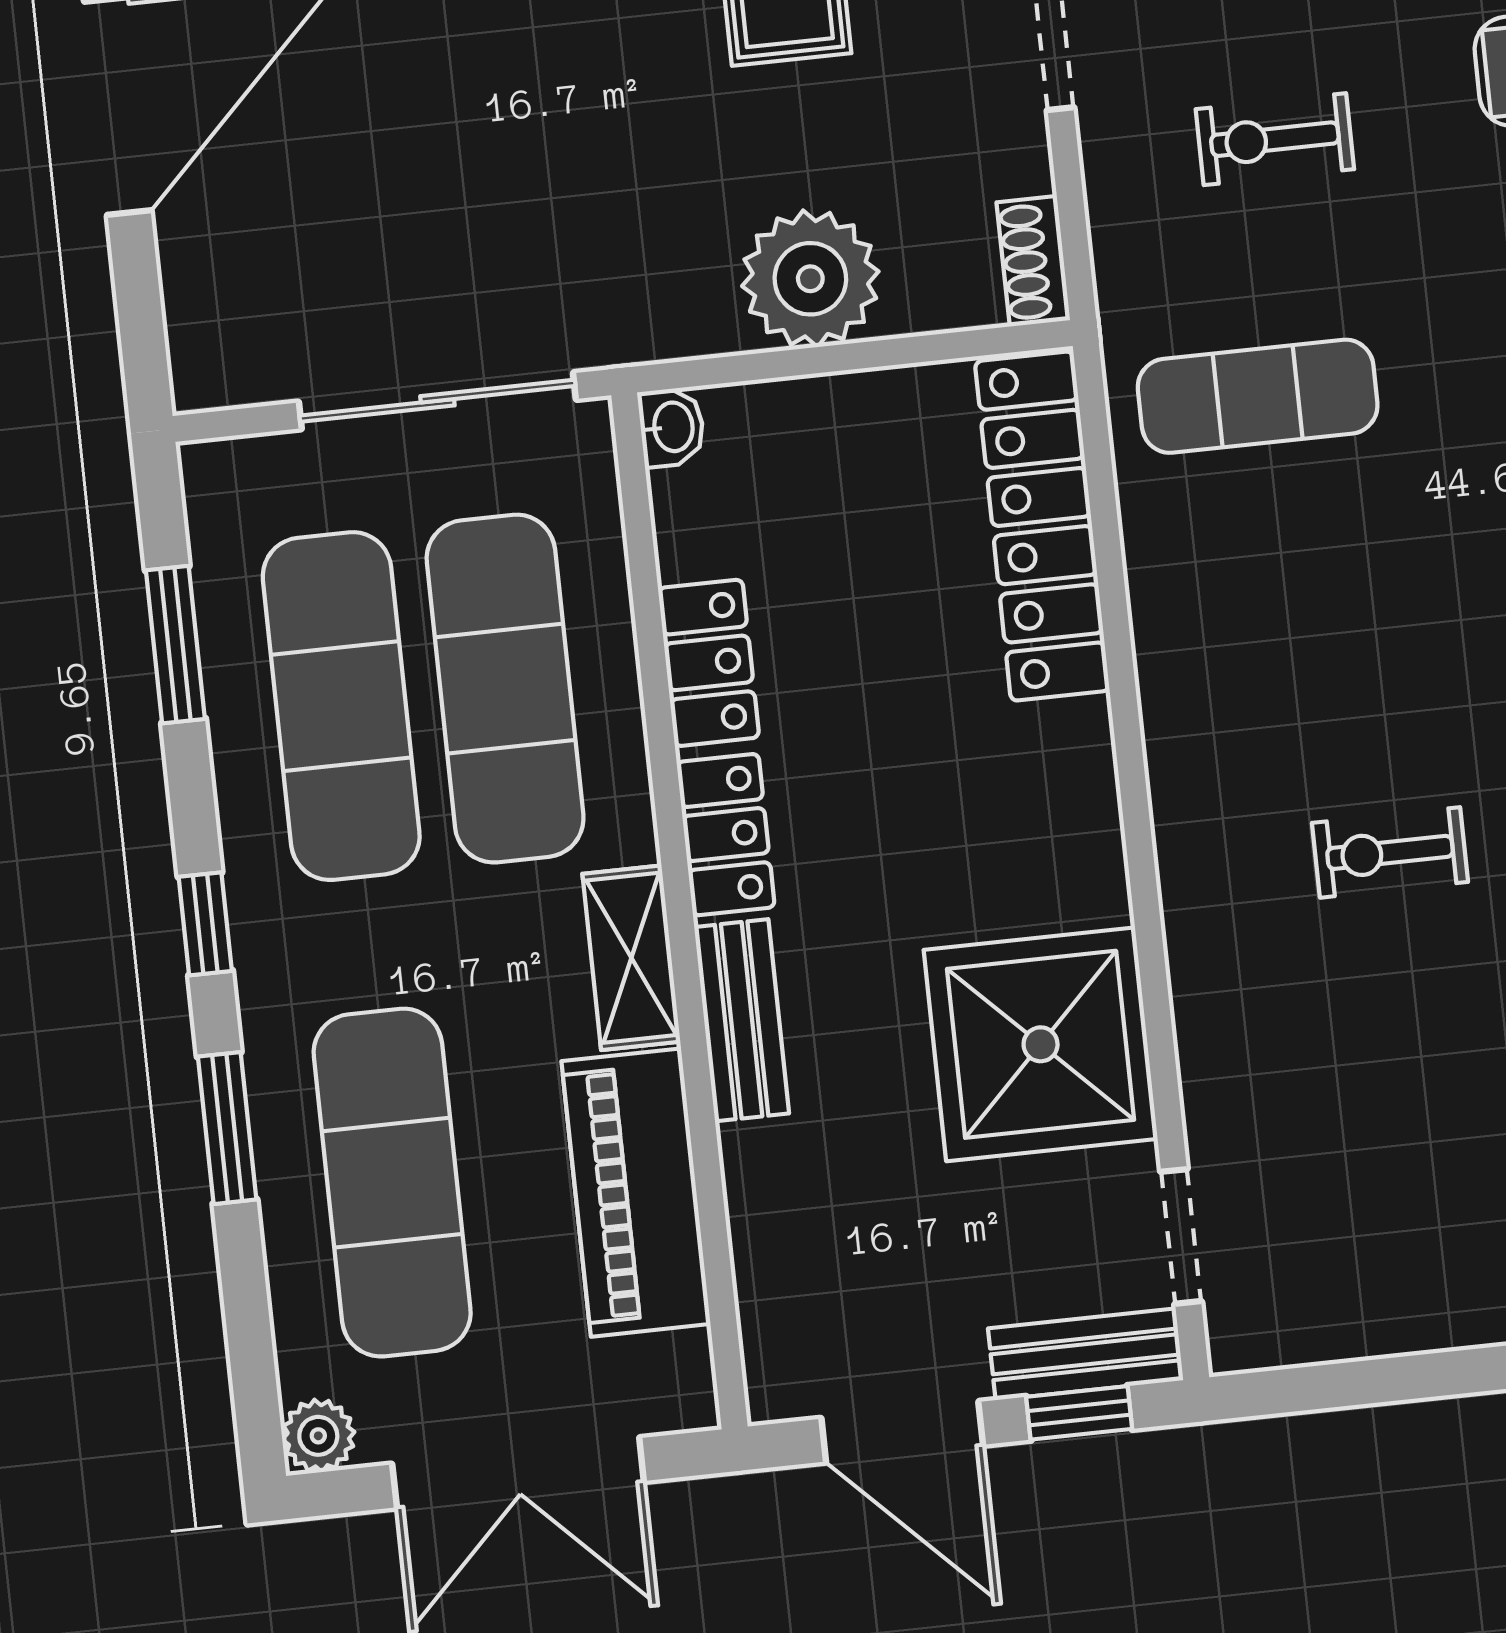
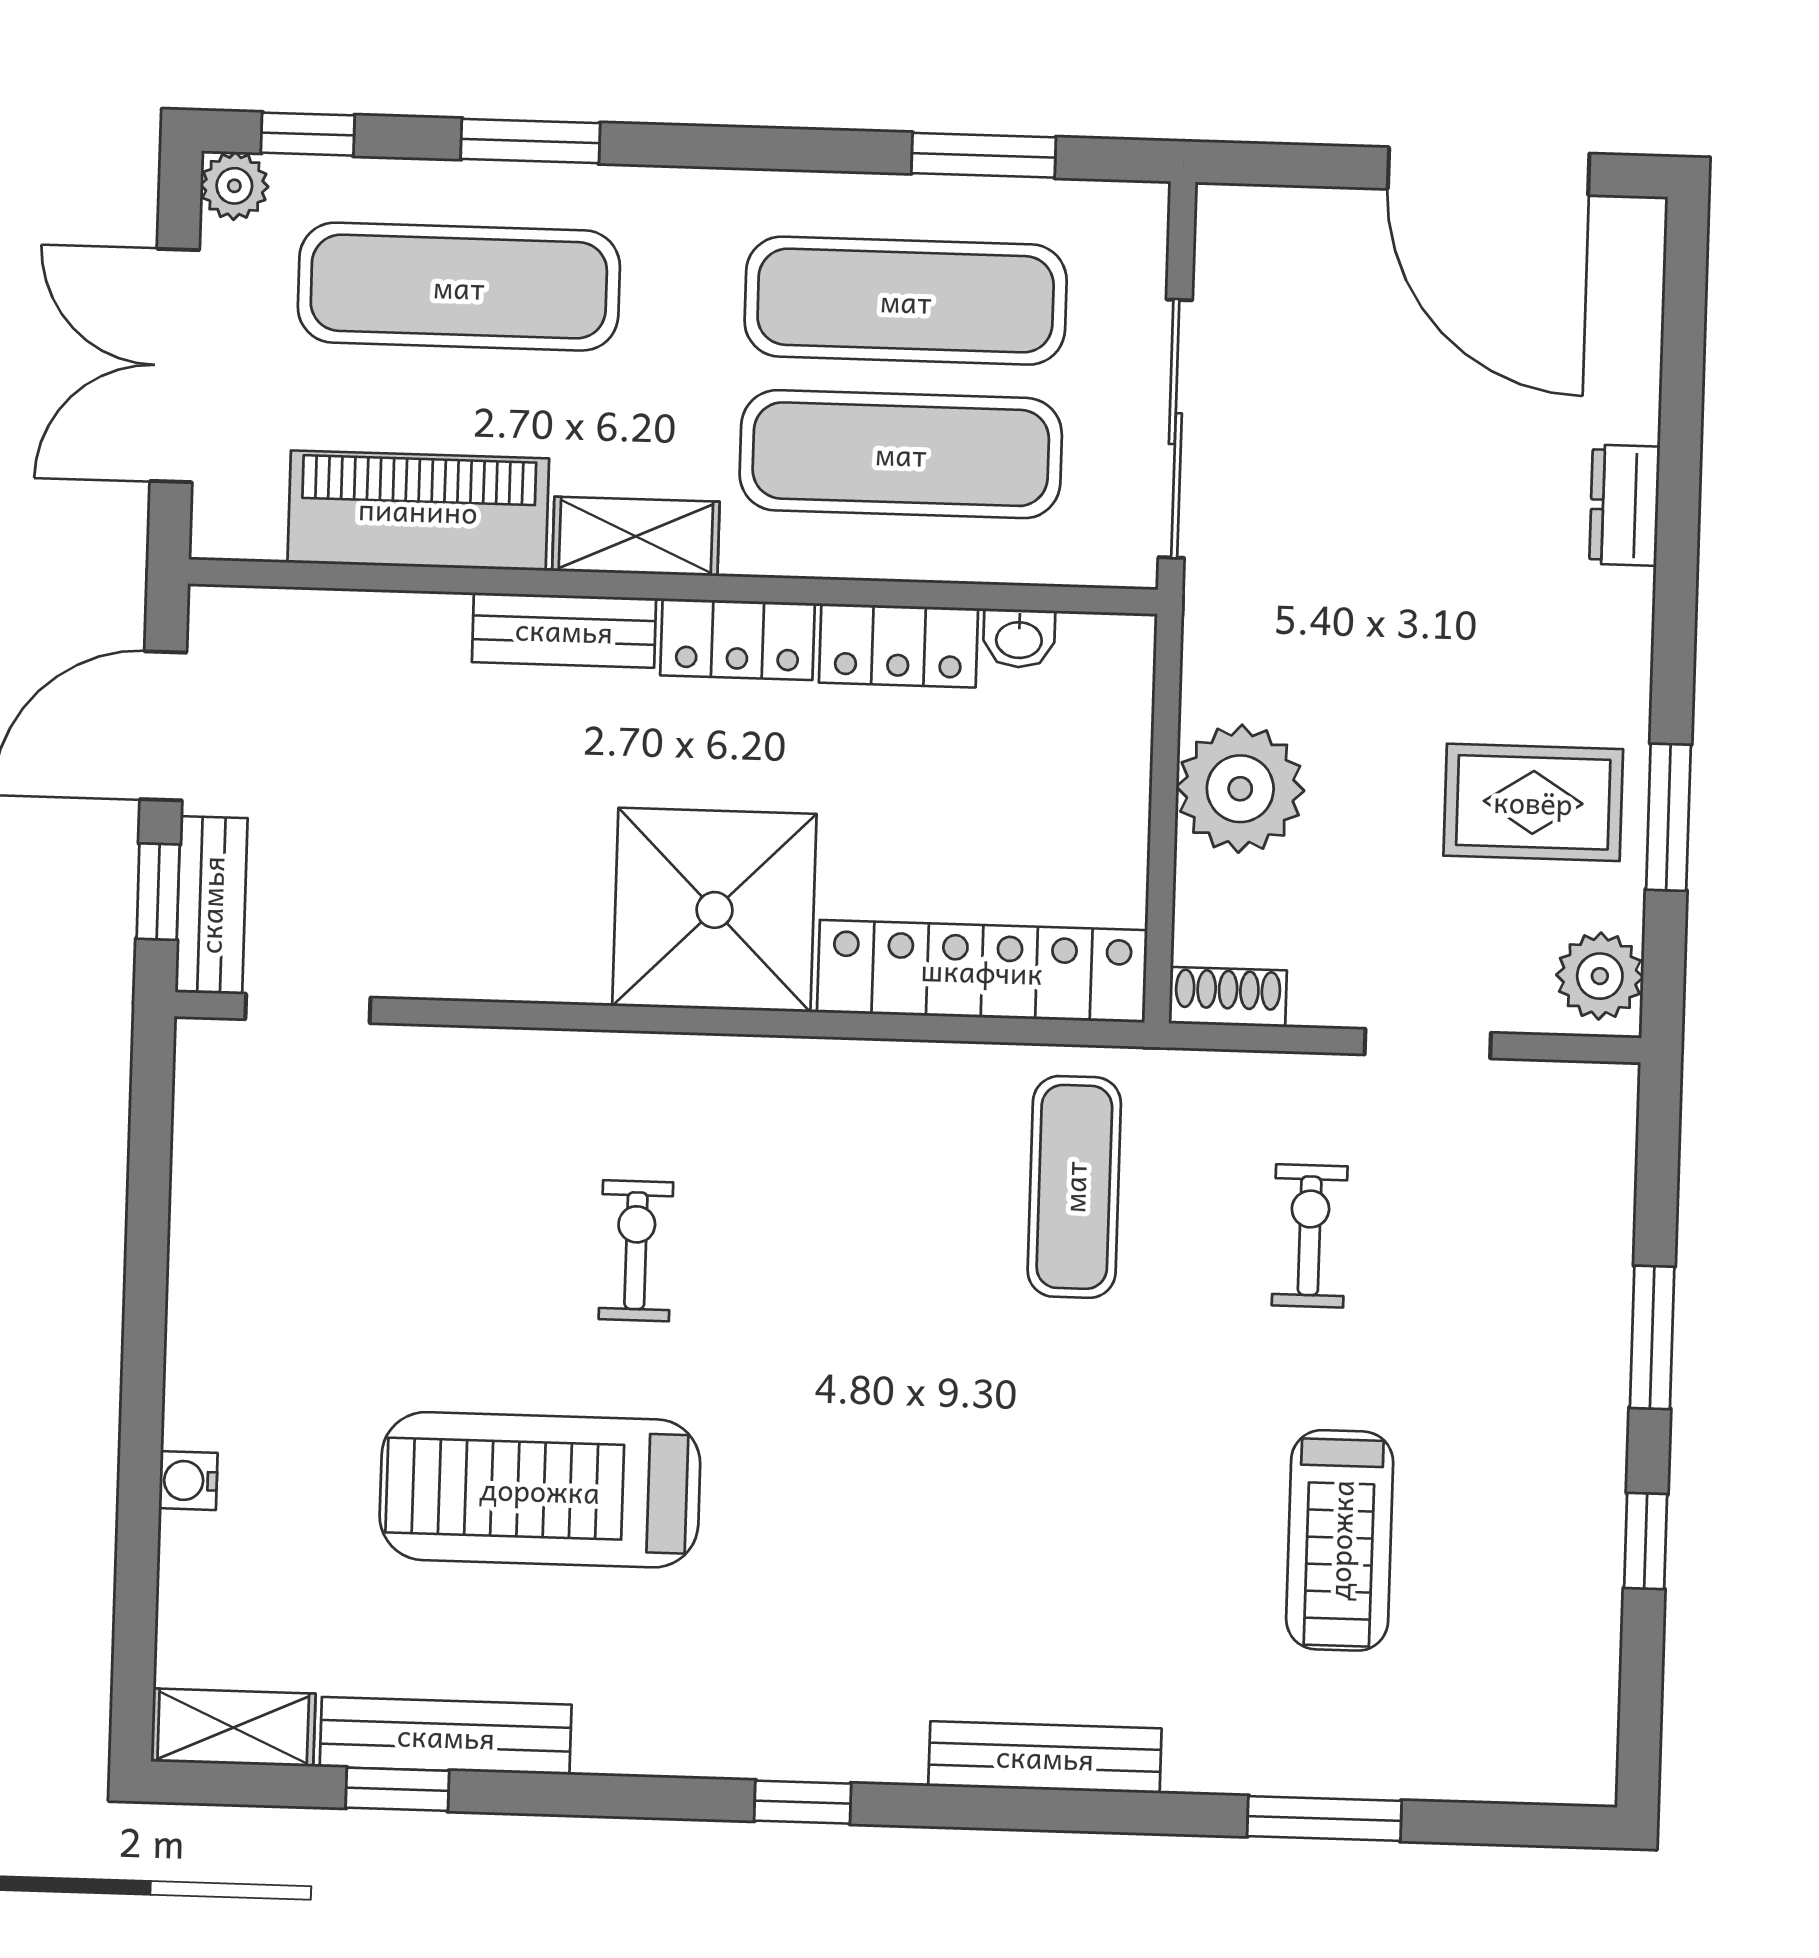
washbasin: (672, 427) -> (1019, 638), moved
window: (205, 924) -> (308, 134), moved
shower: (1041, 1044) -> (714, 910), moved

